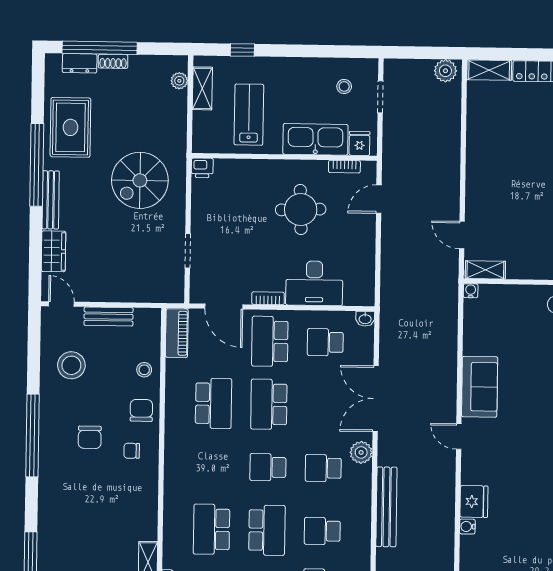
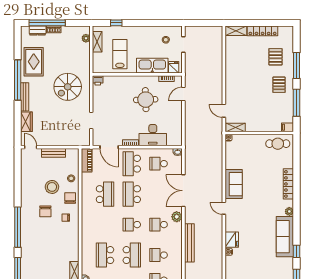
plant: (445, 71) -> (215, 31), removed
stool: (71, 365) -> (52, 187), moved
window: (32, 436) -> (18, 227), moved

